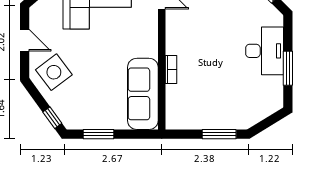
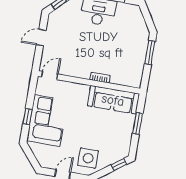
side table: (54, 72) -> (88, 158), turned 37
window: (99, 134) -> (138, 123), moved

